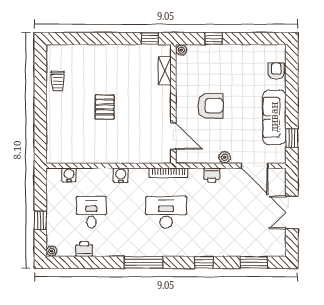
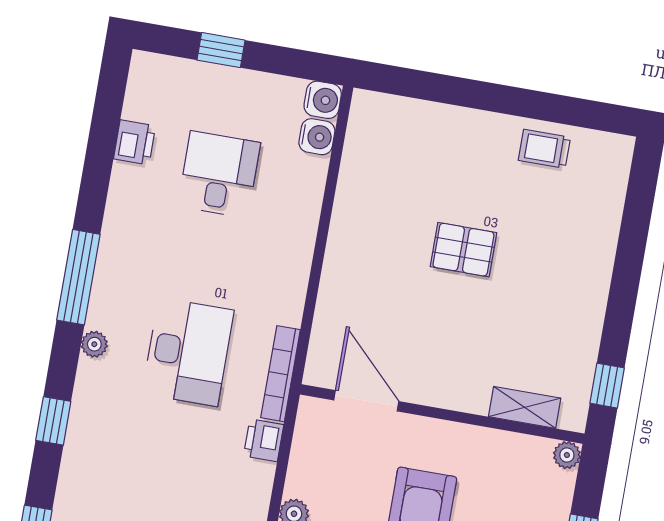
door: (173, 136) -> (366, 401), swing flipped
water cooler: (121, 175) -> (323, 100), moved
printer: (212, 175) -> (264, 440), moved
desk: (91, 212) -> (219, 174), turned -90
plant: (52, 251) -> (94, 344), moved

